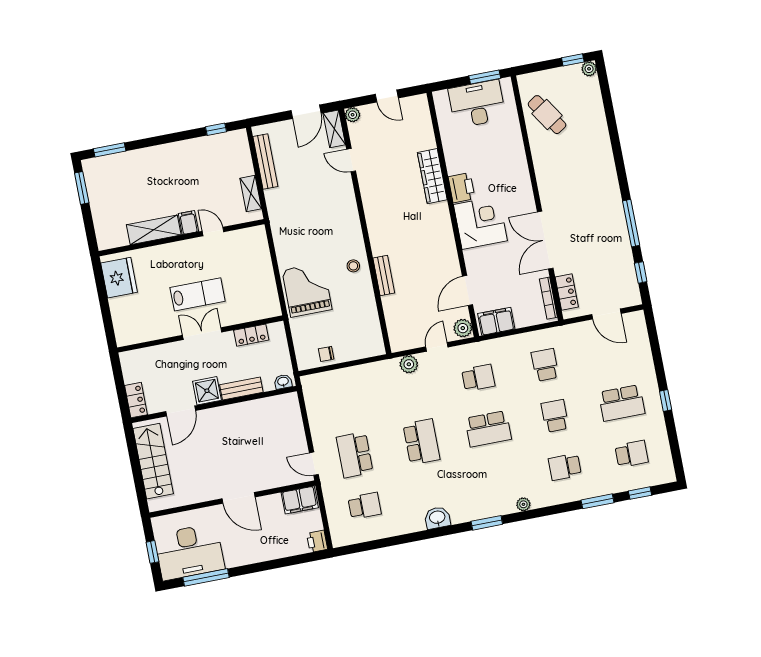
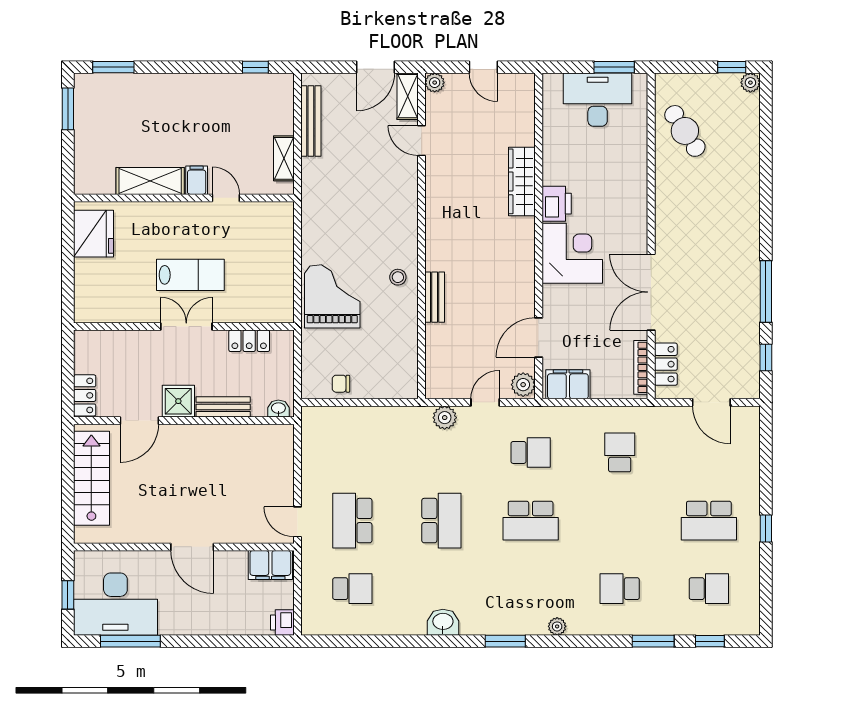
school desk: (555, 416) -> (620, 521), removed

